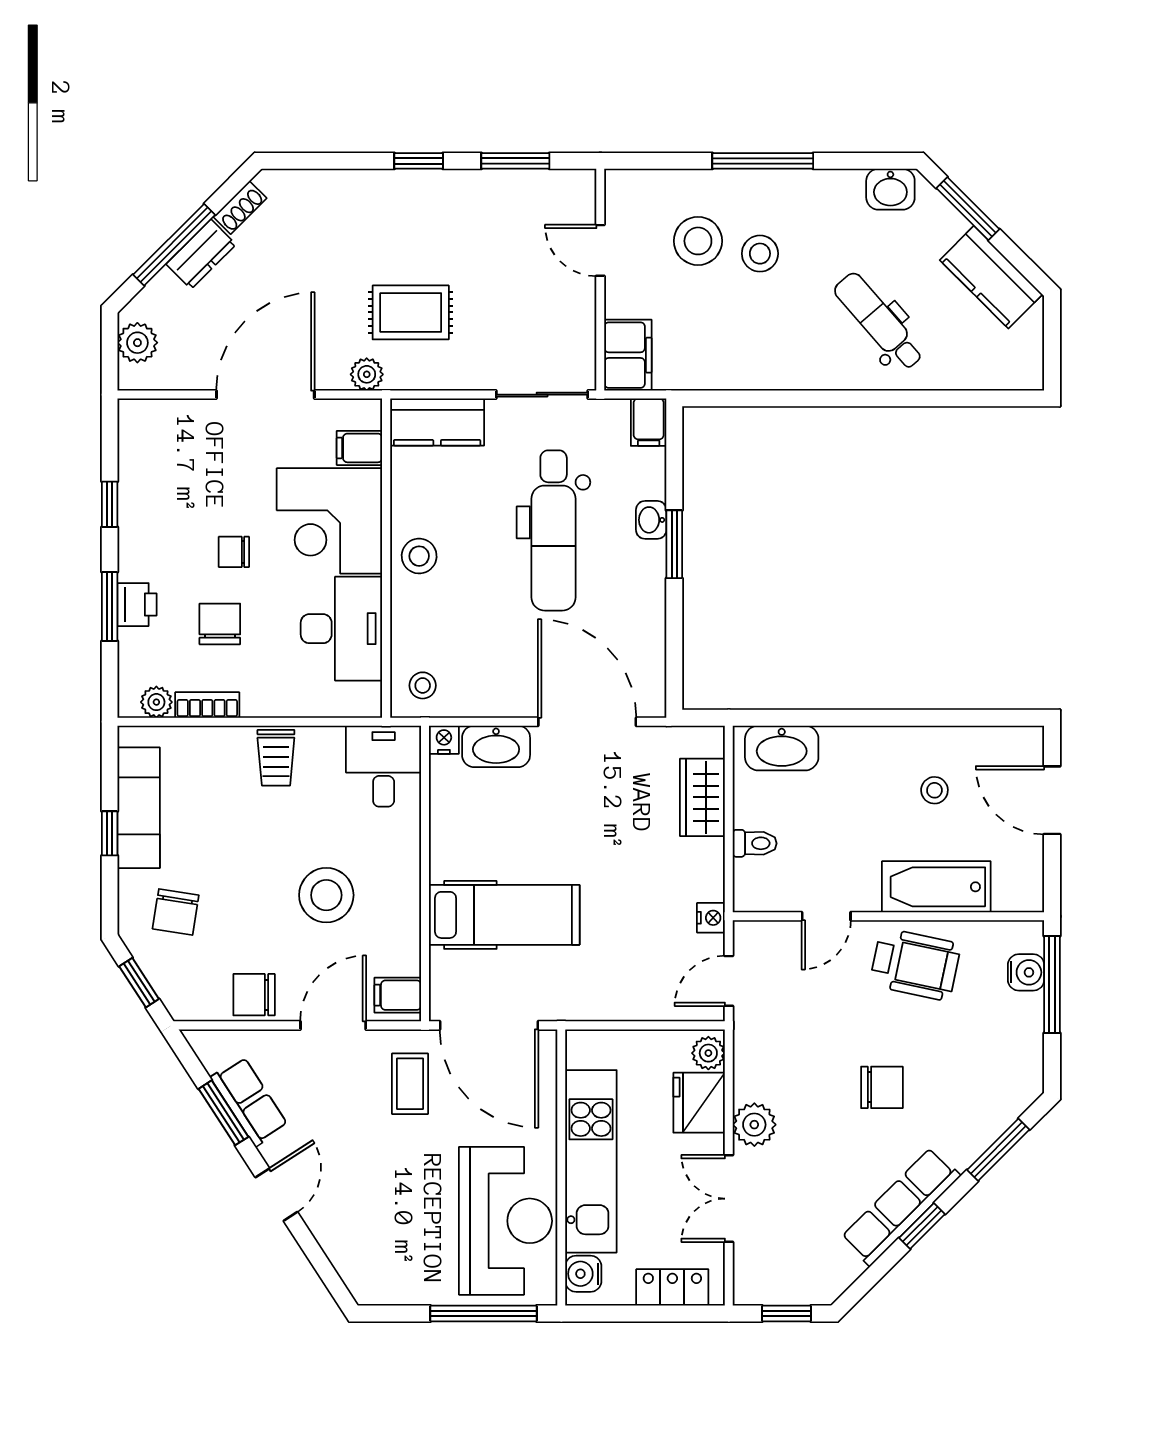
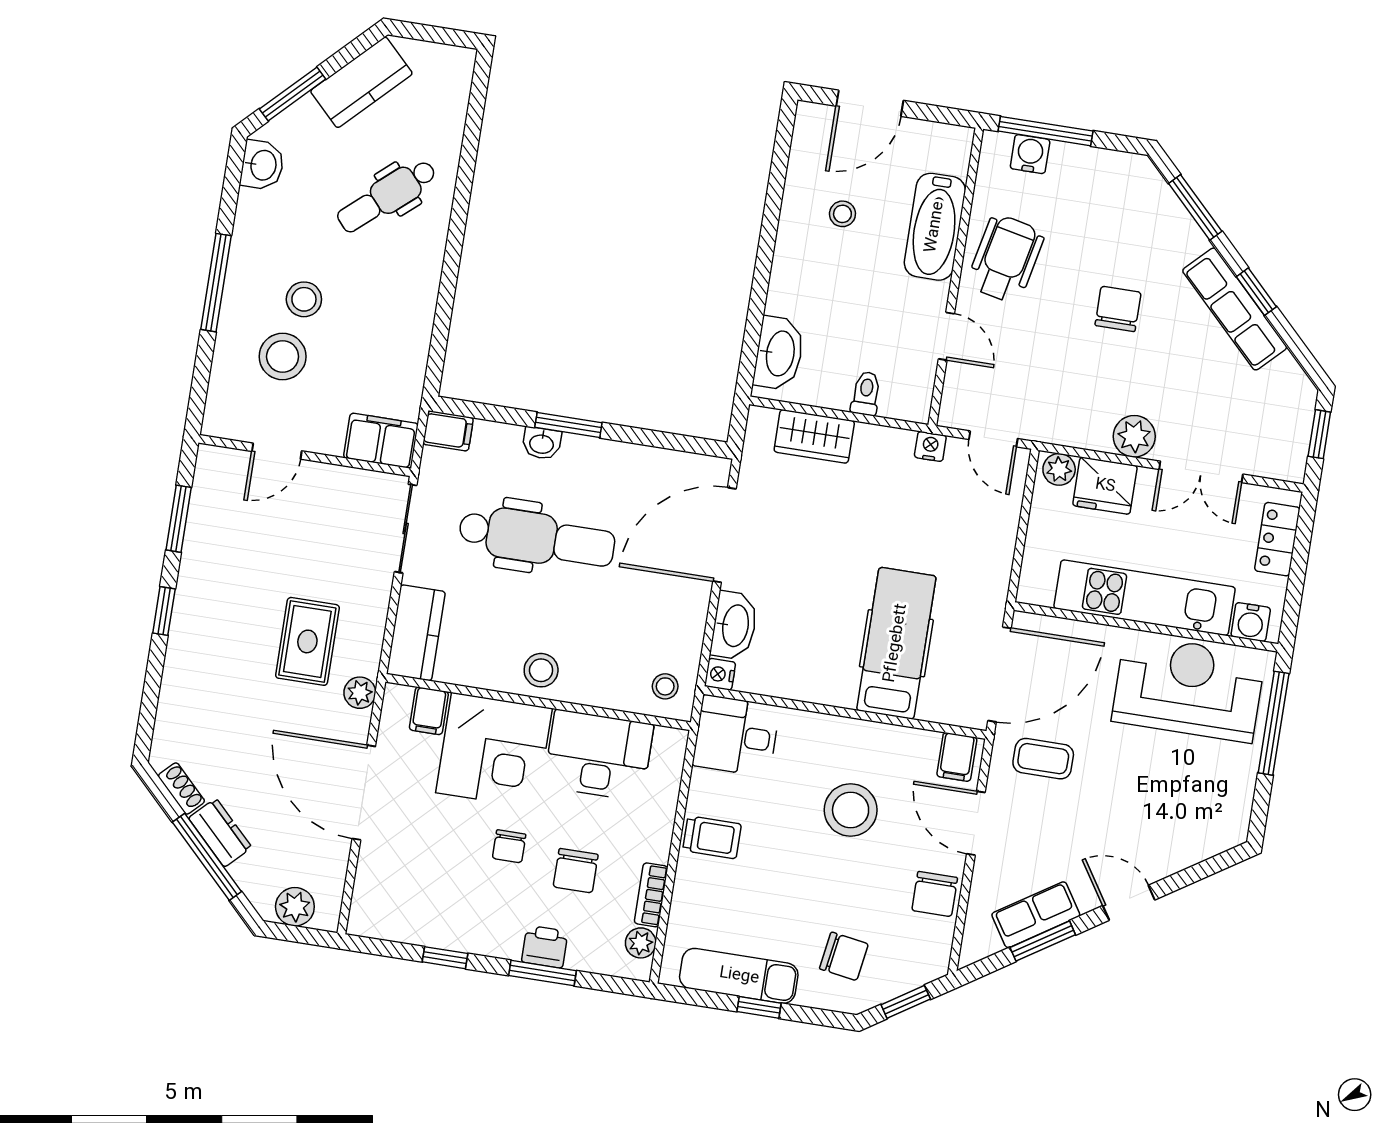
chair: (220, 624) -> (576, 871), turned -90

